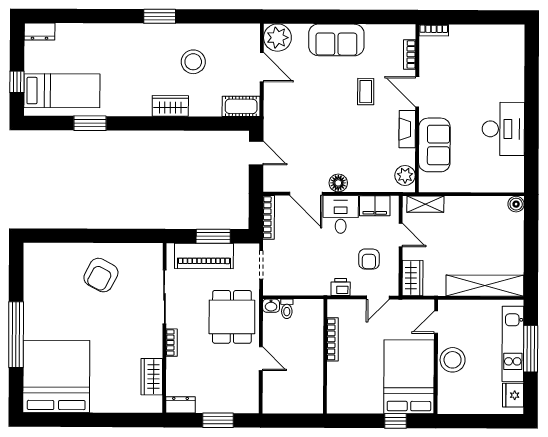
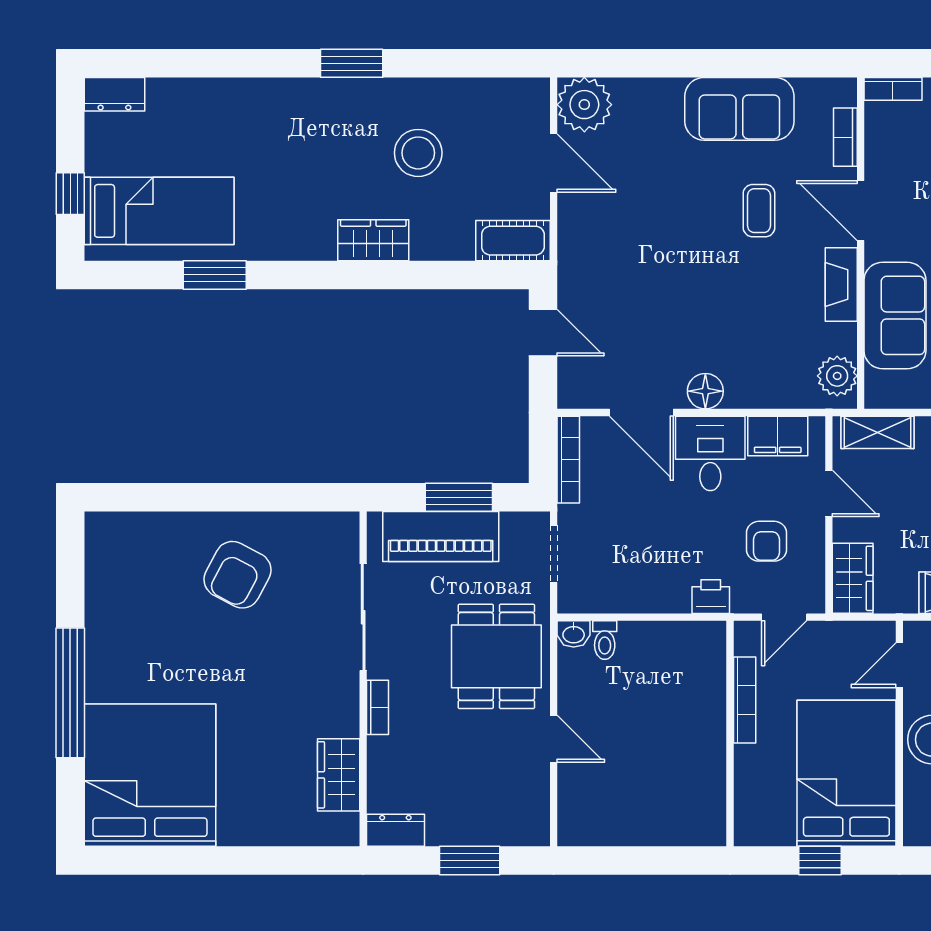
sofa: (336, 40) -> (739, 109), moved
bookcase: (333, 339) -> (745, 700), moved
wall: (325, 356) -> (730, 734), moved

